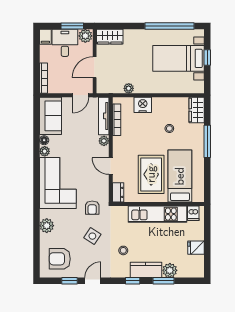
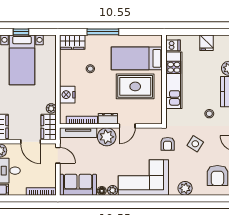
wardrobe: (110, 86) -> (49, 127), added
plant: (104, 141) -> (107, 137), width x1.88, depth x1.88
dresser: (118, 192) -> (108, 119), moved
armchair: (92, 208) -> (168, 144), turned 90

